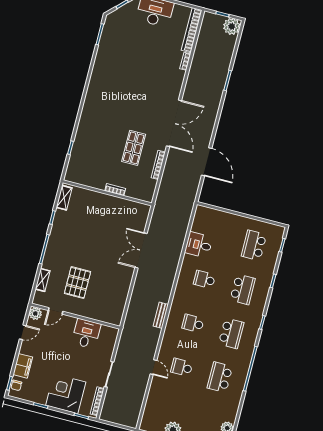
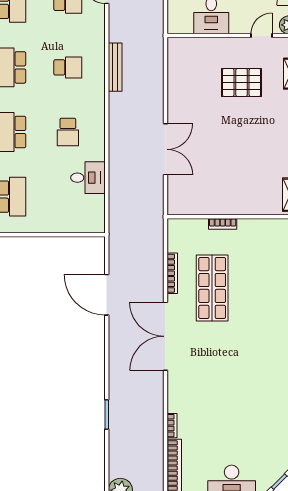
shop shelf: (134, 148) -> (212, 288), width x1.43, depth x1.36
school desk: (204, 279) -> (68, 132), turned 90
pallet: (77, 283) -> (242, 82), turned 90
bench: (161, 315) -> (115, 67), width x1.36

